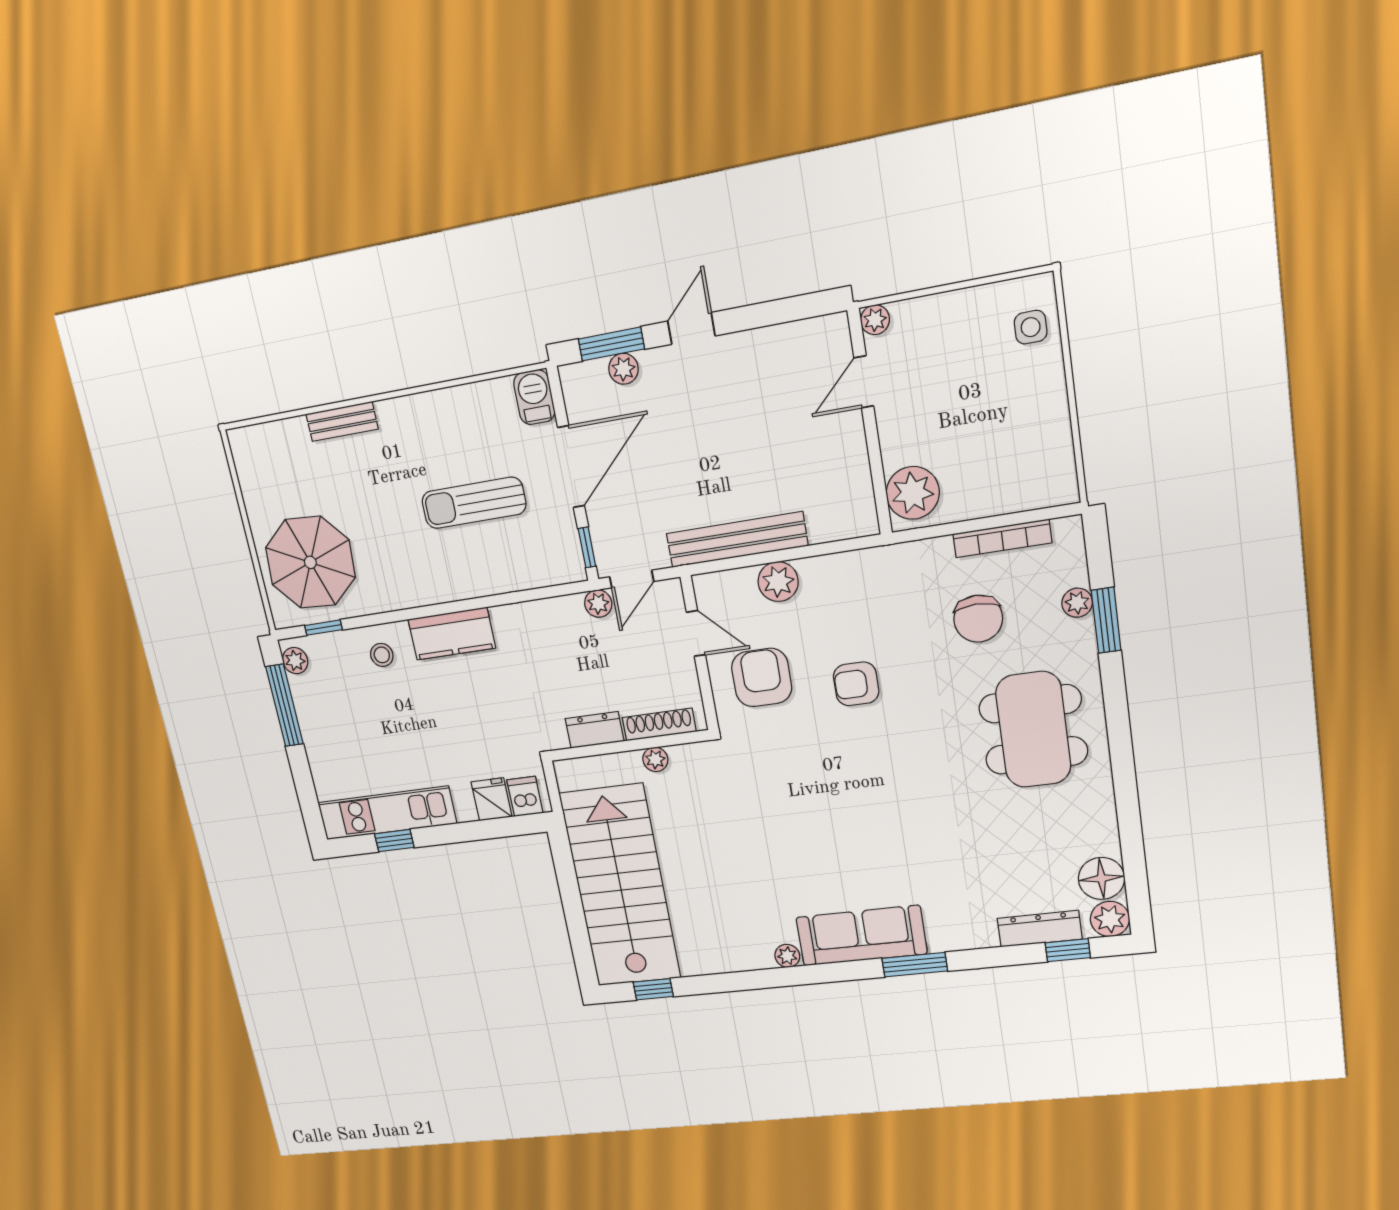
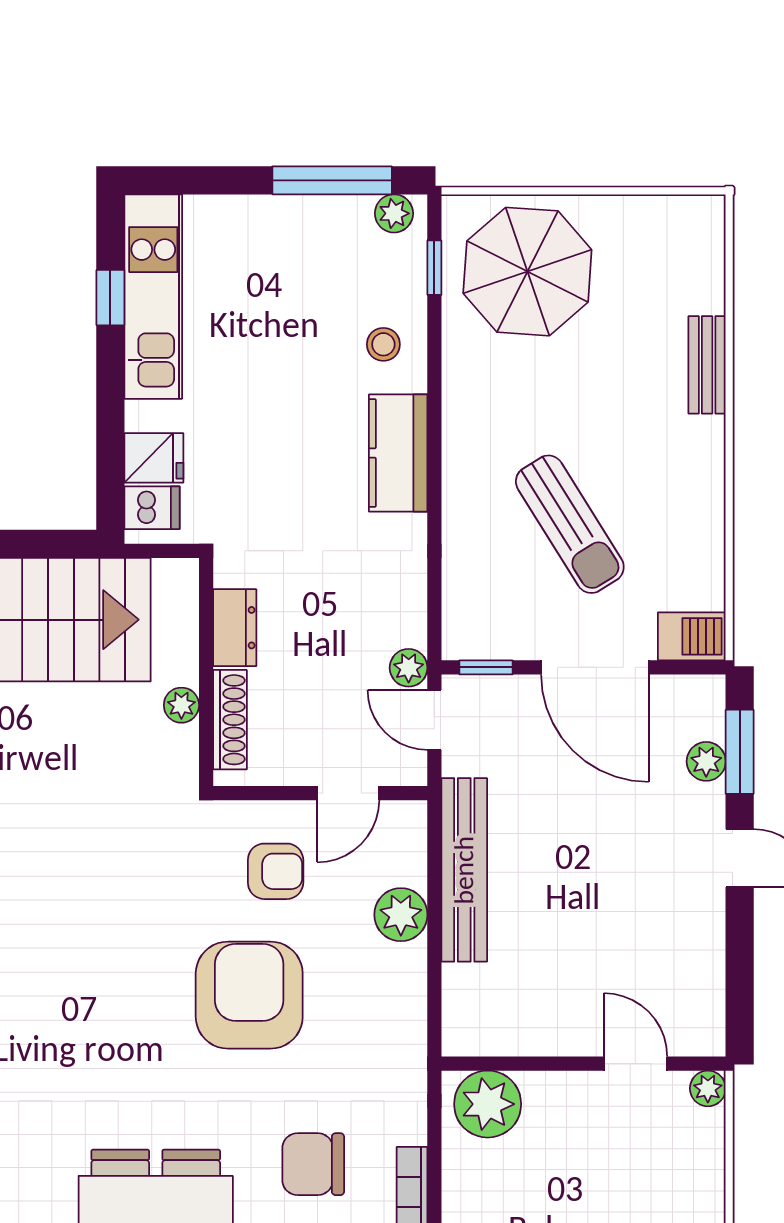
sun lounger: (474, 503) -> (570, 524), turned 148
armchair: (762, 678) -> (276, 871), width x0.72, depth x0.72
armchair: (856, 684) -> (249, 995), width x1.88, depth x1.88

